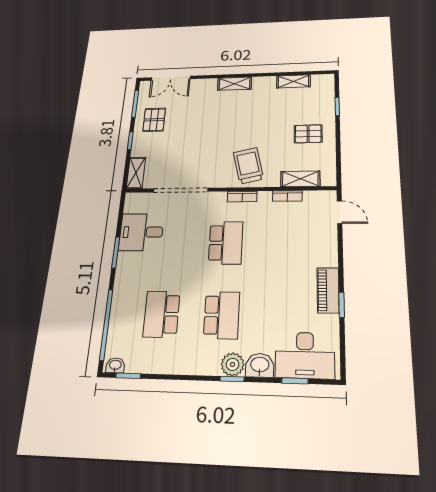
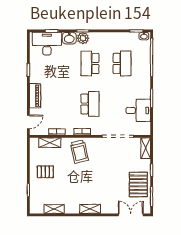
pallet: (154, 120) -> (138, 185), width x1.50, depth x1.42
door: (340, 212) -> (28, 122), swing flipped
school desk: (226, 243) -> (90, 104), turned 180
piano: (328, 290) -> (35, 96), moved

